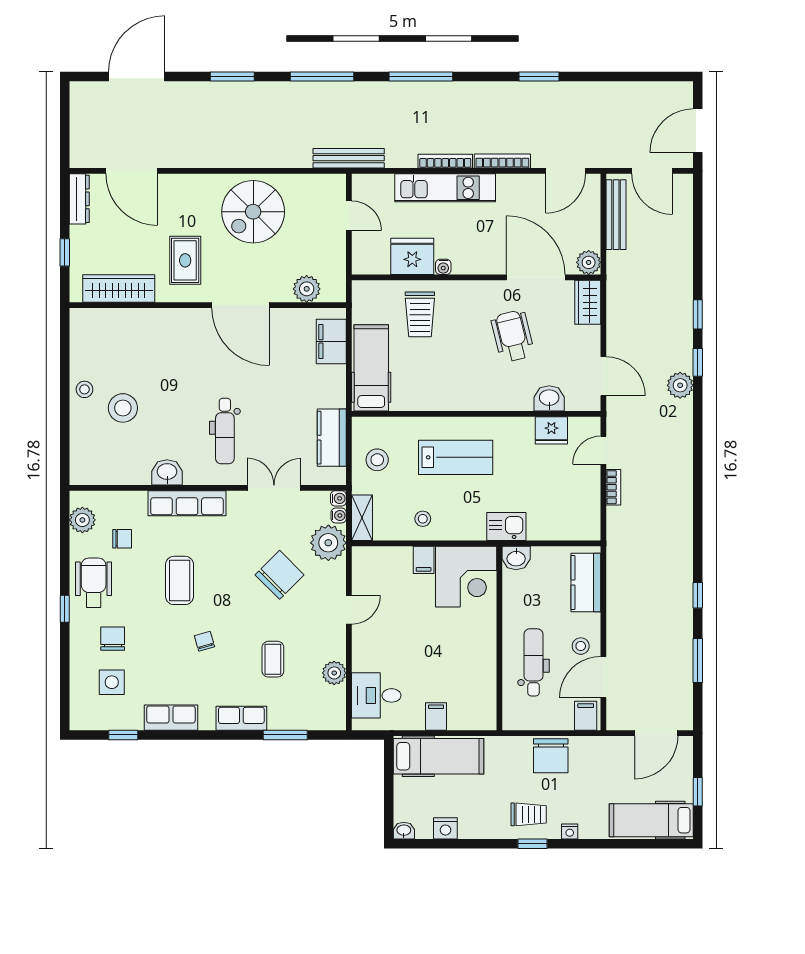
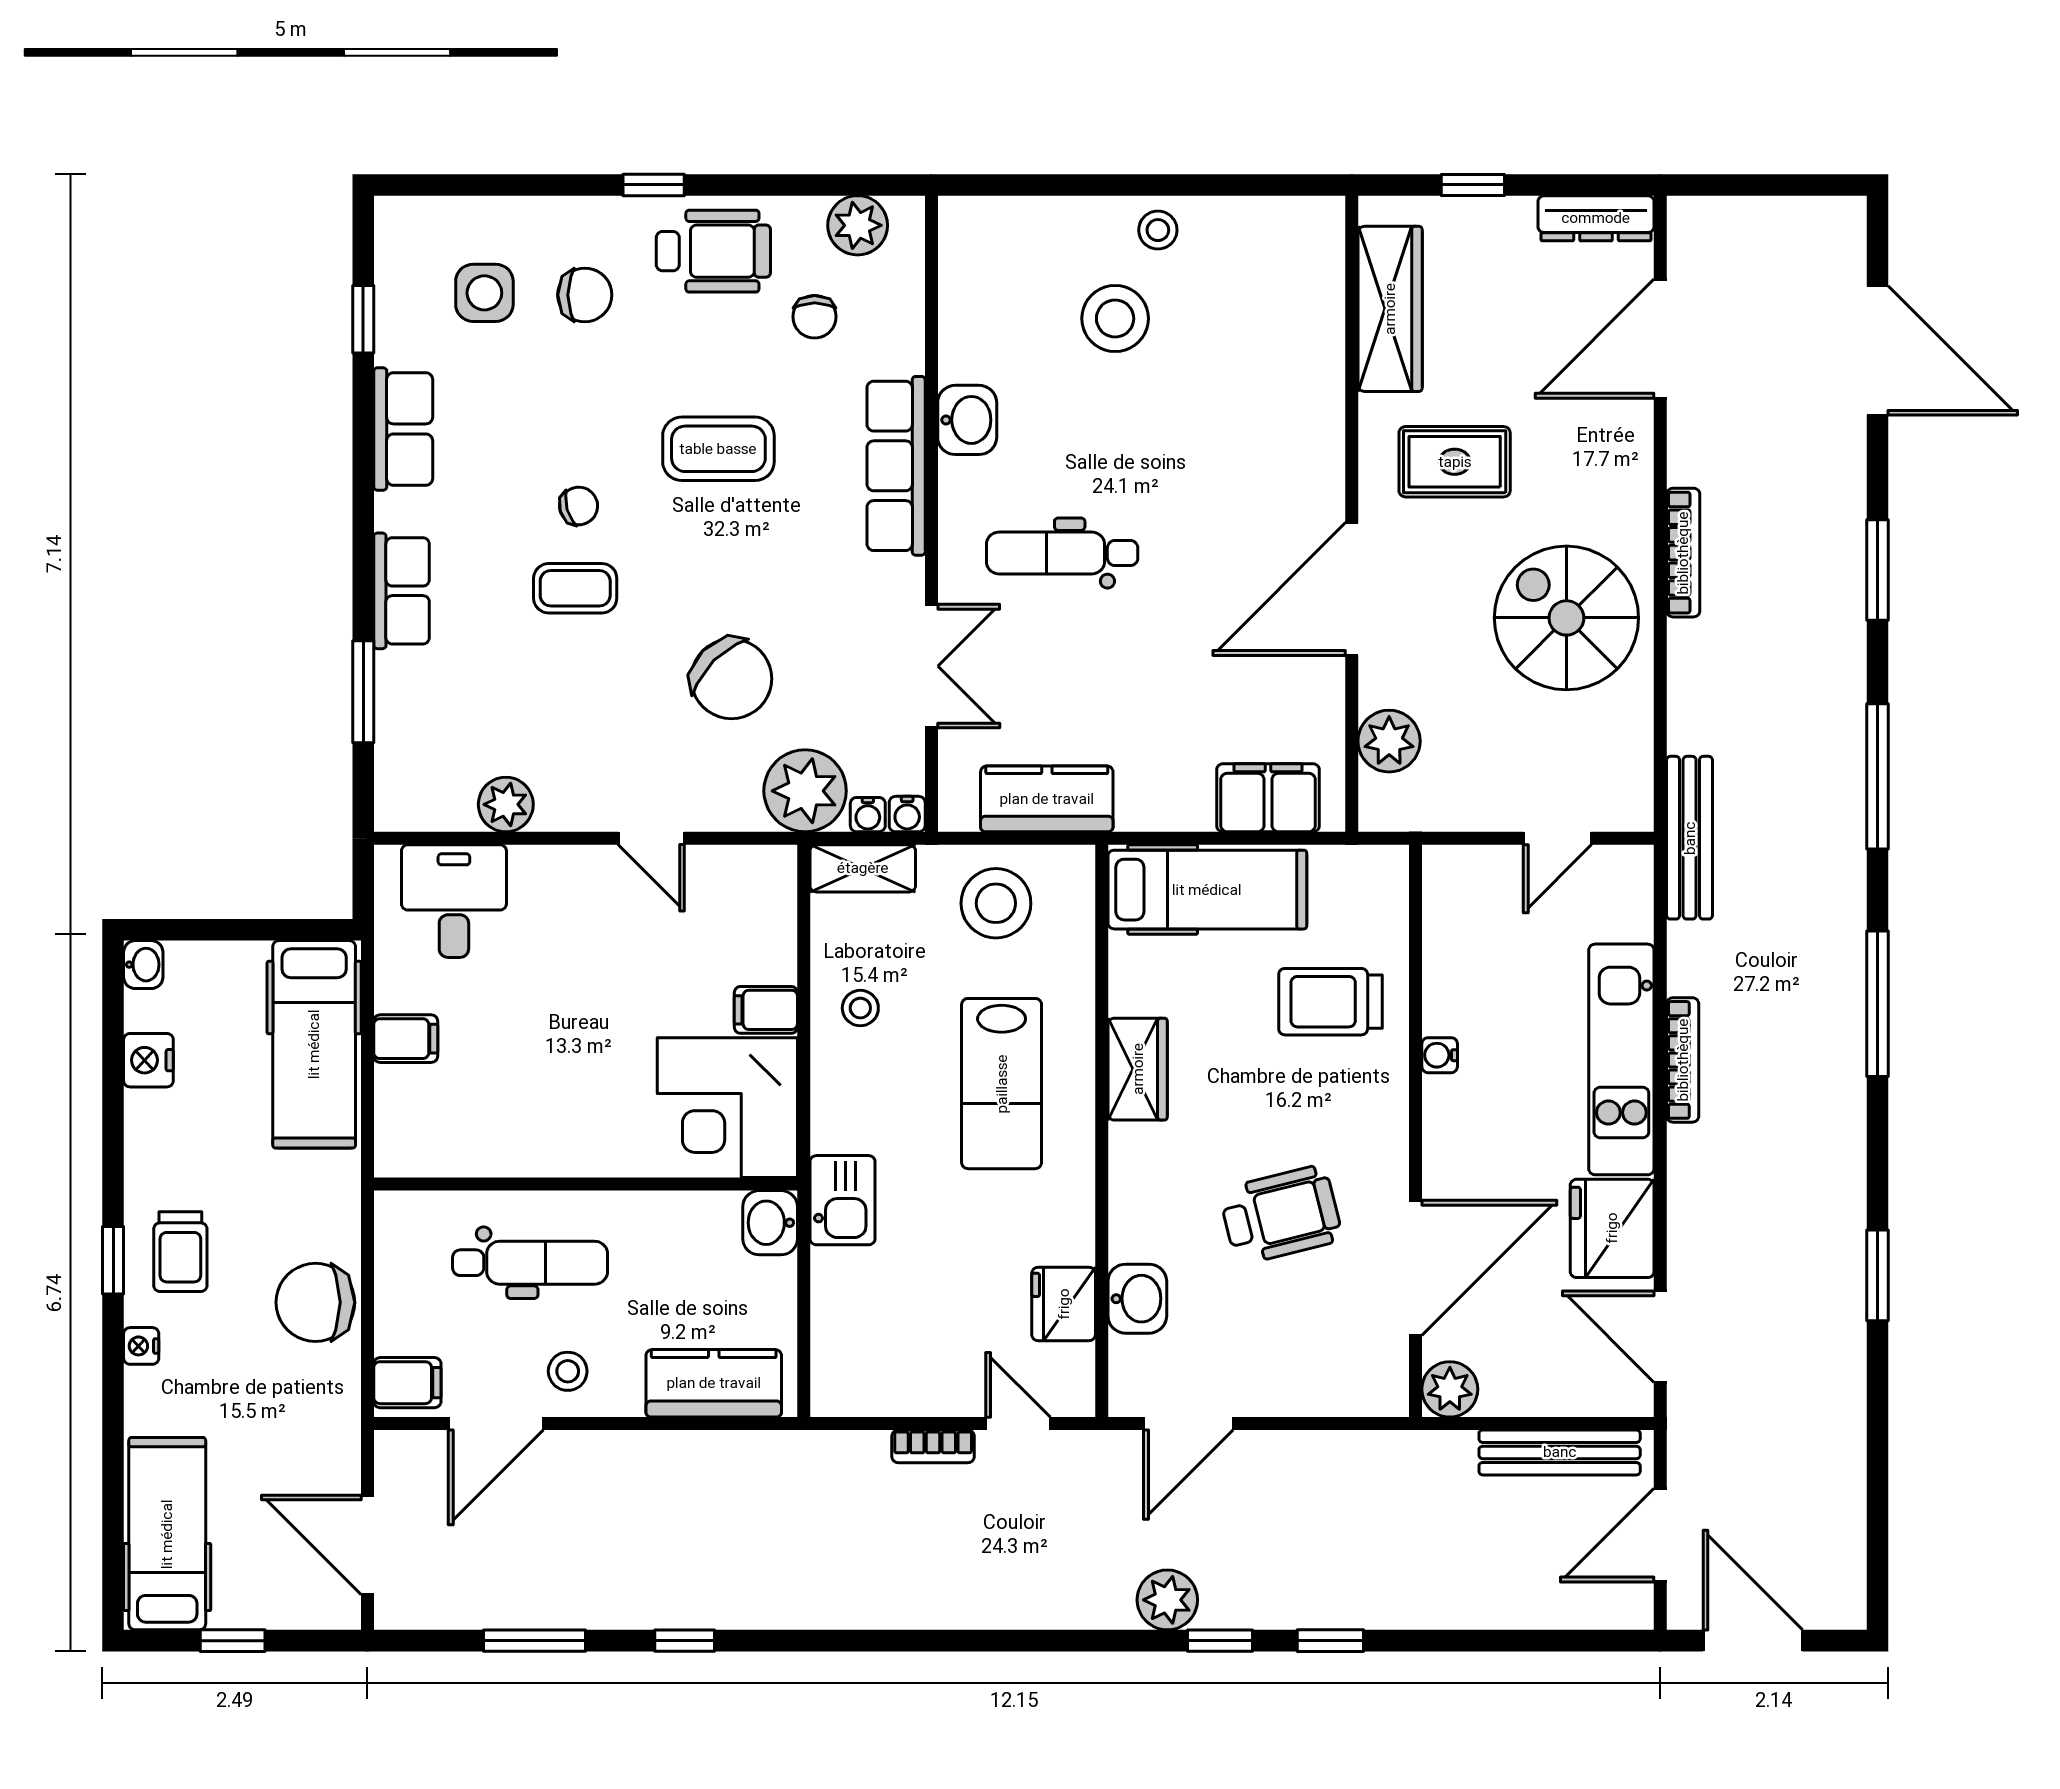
bookcase: (502, 161) -> (1683, 553), moved
fridge: (412, 256) -> (1612, 1228), moved, turned 180
wardrobe: (588, 302) -> (1138, 1069), moved, turned 90
stool: (377, 460) -> (996, 903), width x1.38, depth x1.38
coffee table: (273, 659) -> (575, 588), moved
door: (603, 677) -> (496, 1424), swing flipped

